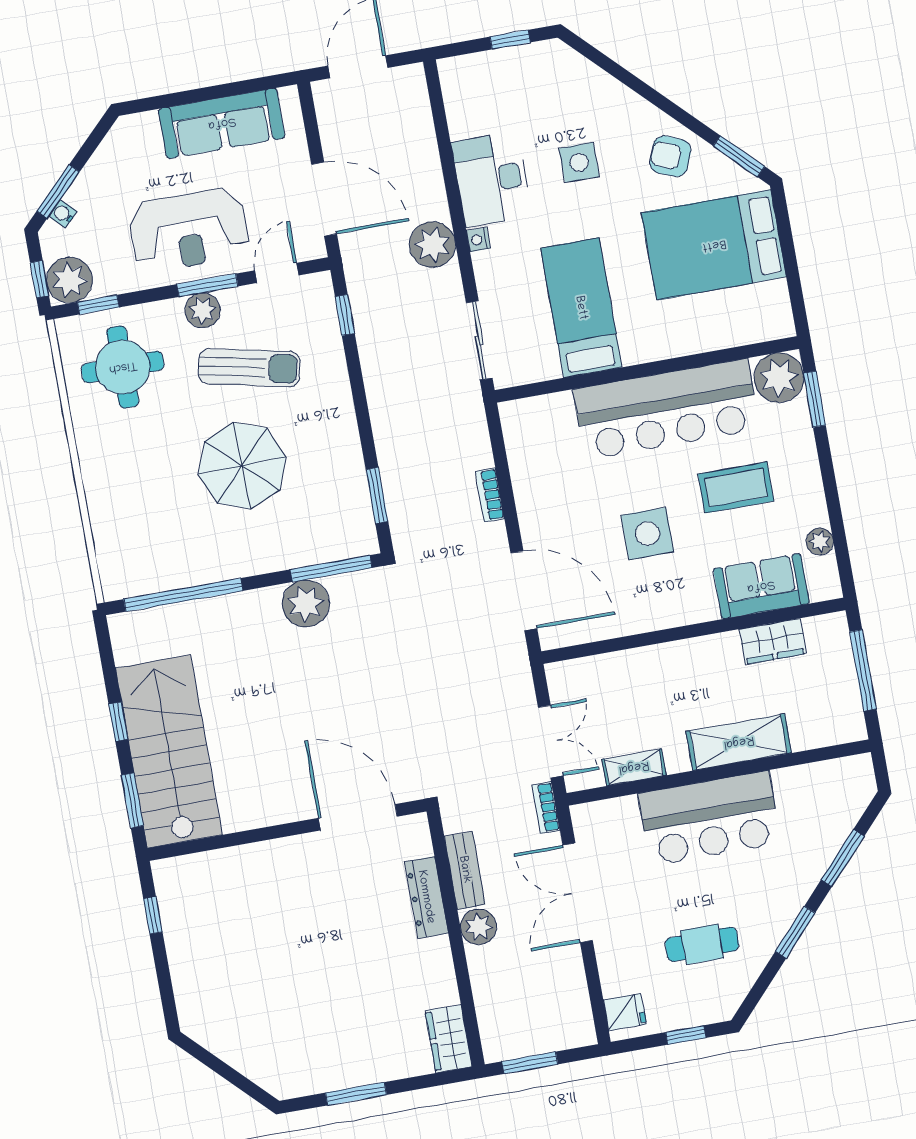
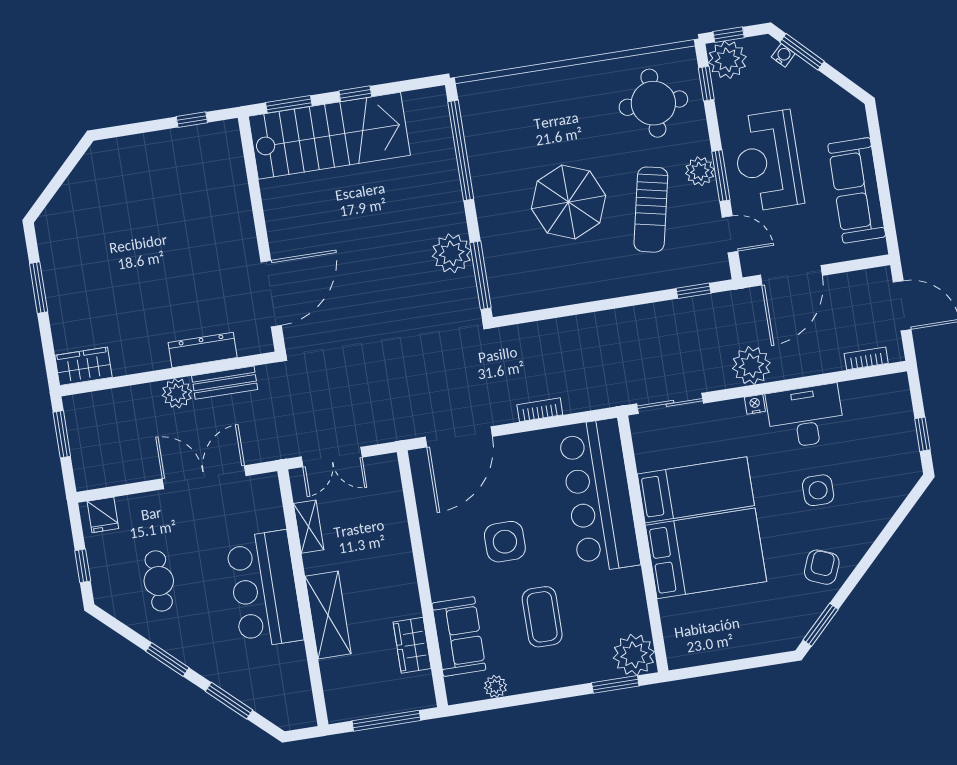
bed: (714, 245) -> (706, 553), moved, turned 90
bar counter: (666, 409) -> (599, 496), moved
window: (377, 495) -> (541, 315), removed
bookcase: (546, 808) -> (866, 358), moved

